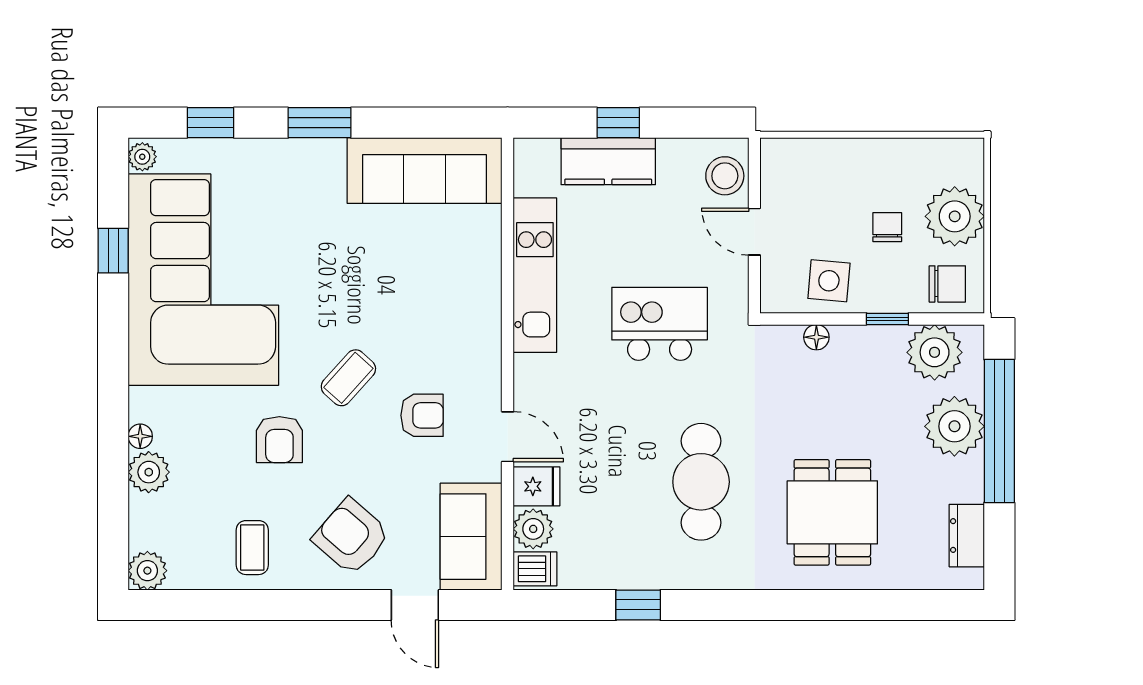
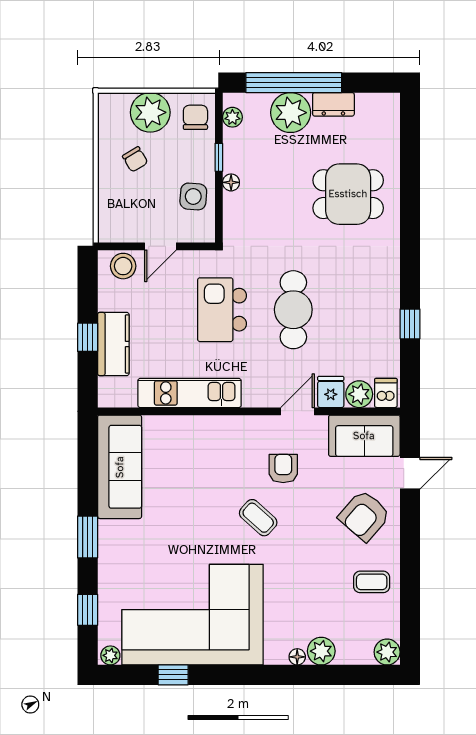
chair: (887, 227) -> (135, 159), moved, turned -121
floor lamp: (816, 337) -> (231, 182), moved
plant: (935, 352) -> (232, 117), width x0.53, depth x0.53
armchair: (279, 440) -> (299, 564), removed
cafe table: (701, 482) -> (293, 310), moved, turned 90
dresser: (967, 536) -> (333, 104), moved

